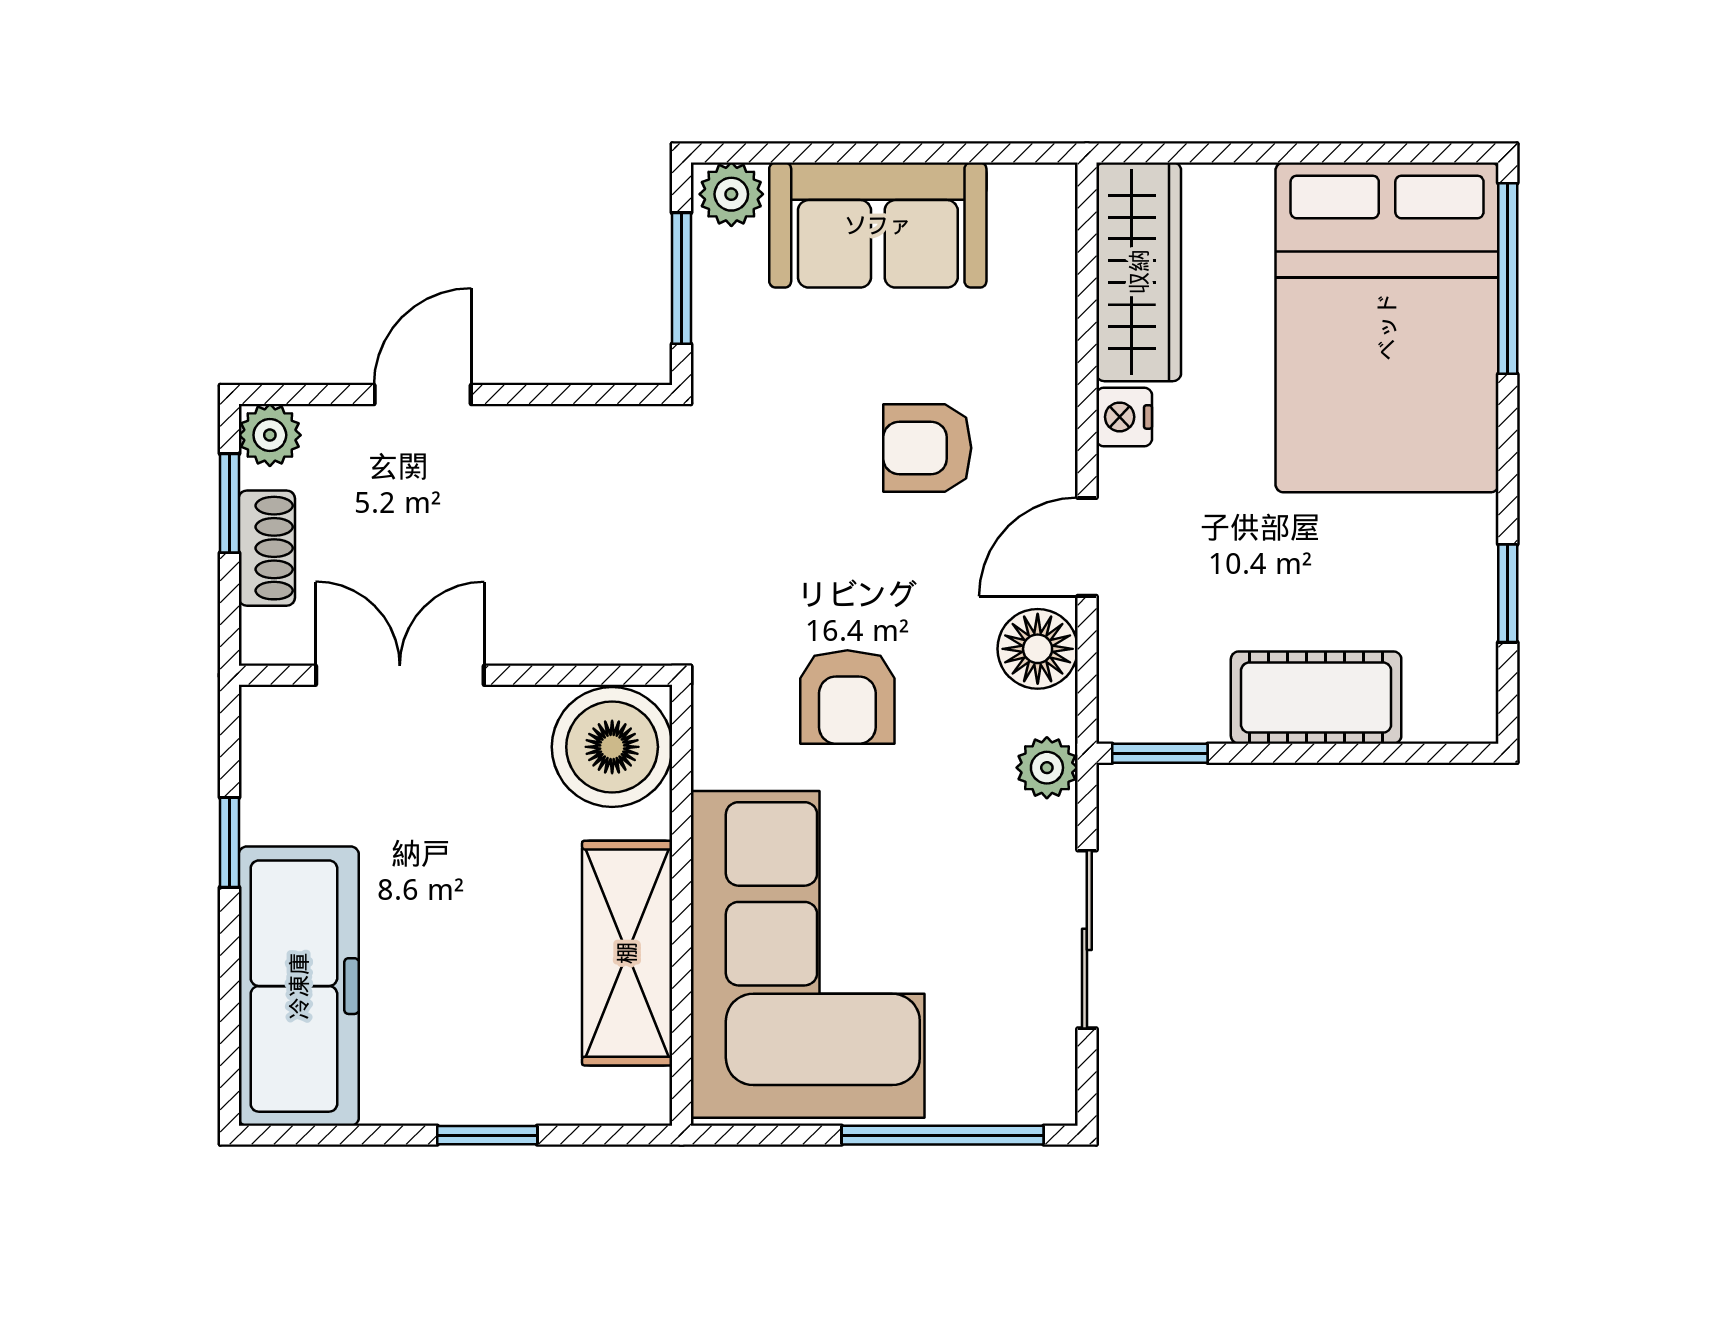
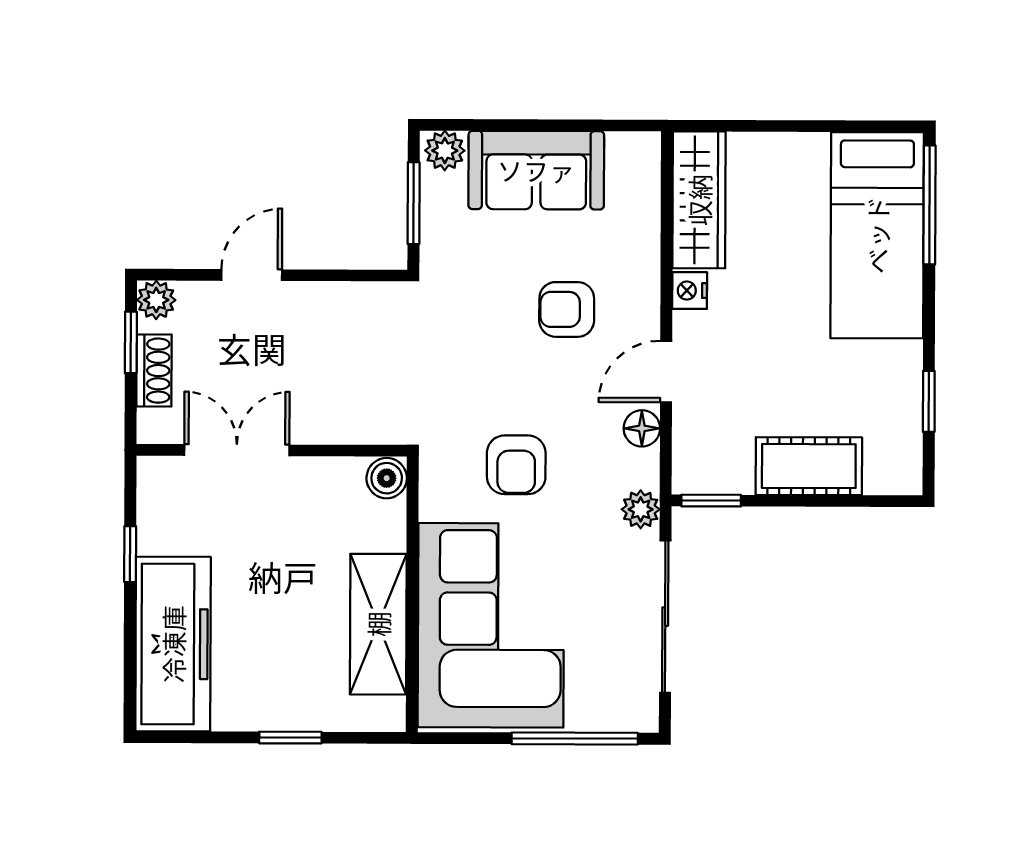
bed: (1387, 327) -> (877, 235), width x0.67
floor lamp: (1038, 649) -> (642, 428), width x0.73, depth x0.73
boiler: (612, 747) -> (387, 478), width x0.54, depth x0.54
sliding door: (1087, 939) -> (665, 617), width x1.37

